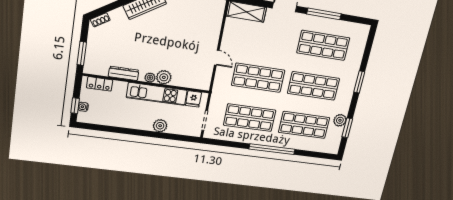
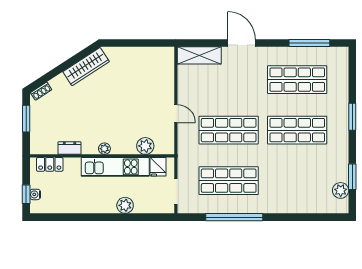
window: (324, 14) -> (309, 43), moved
window: (82, 53) -> (26, 119), moved
dresser: (124, 73) -> (70, 148), width x0.70
plant: (164, 77) -> (145, 146), moved
plant: (340, 120) -> (341, 190), moved
shop shelf: (304, 125) -> (297, 181), removed
window: (272, 149) -> (234, 217), moved

